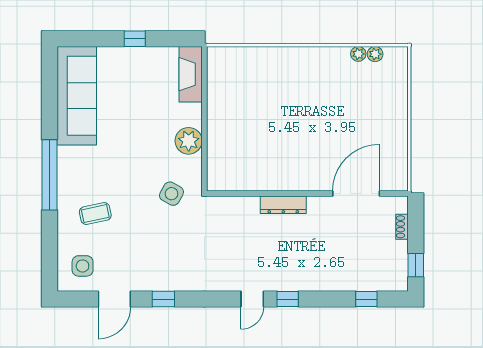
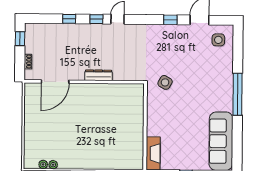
plant: (189, 141) -> (155, 114), removed
coffee table: (95, 214) -> (210, 71), removed
window: (366, 299) -> (69, 19), moved

